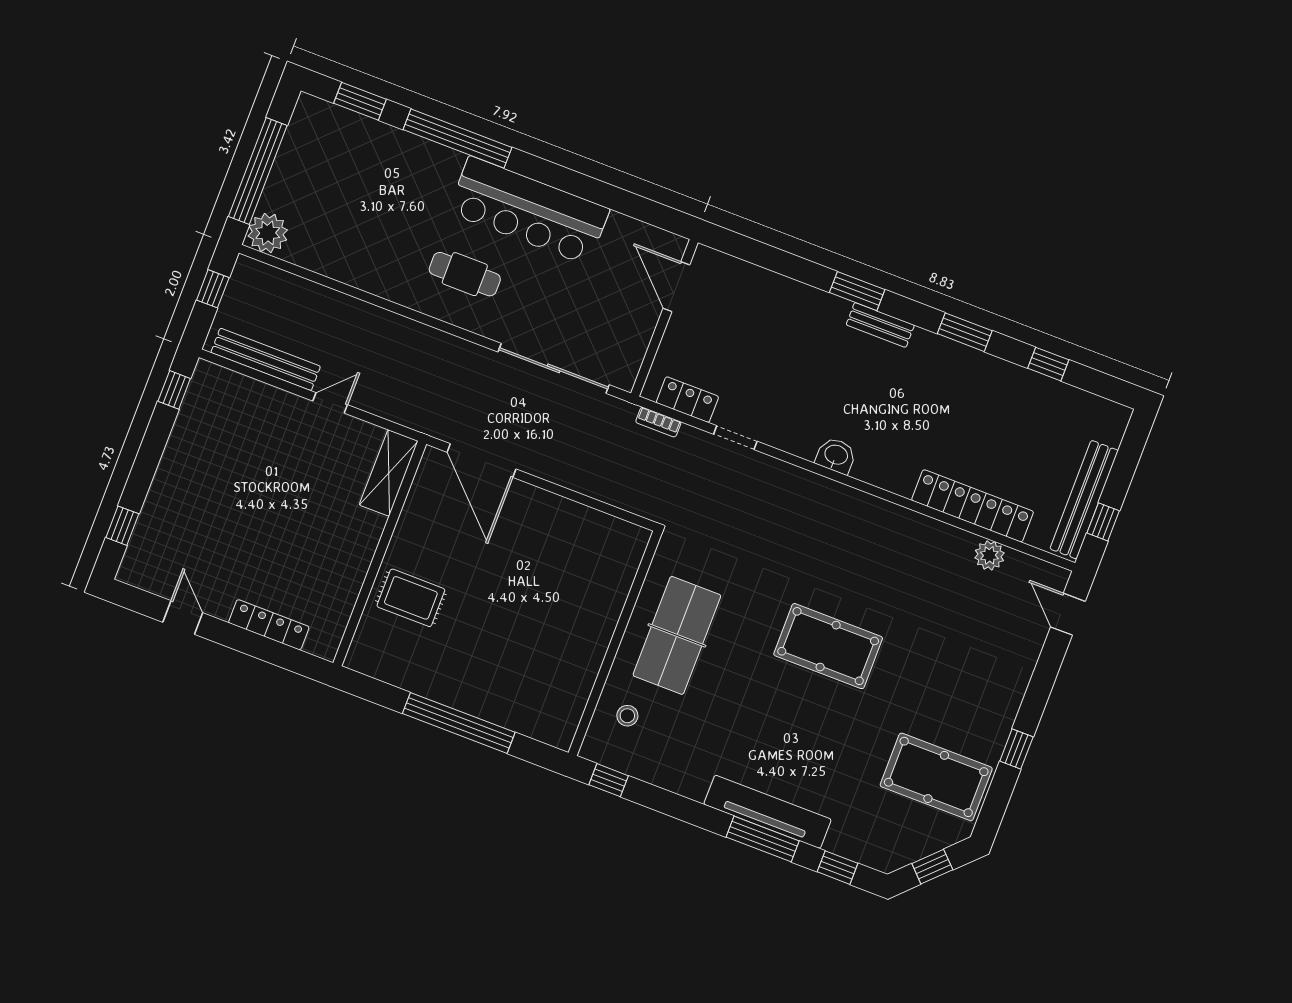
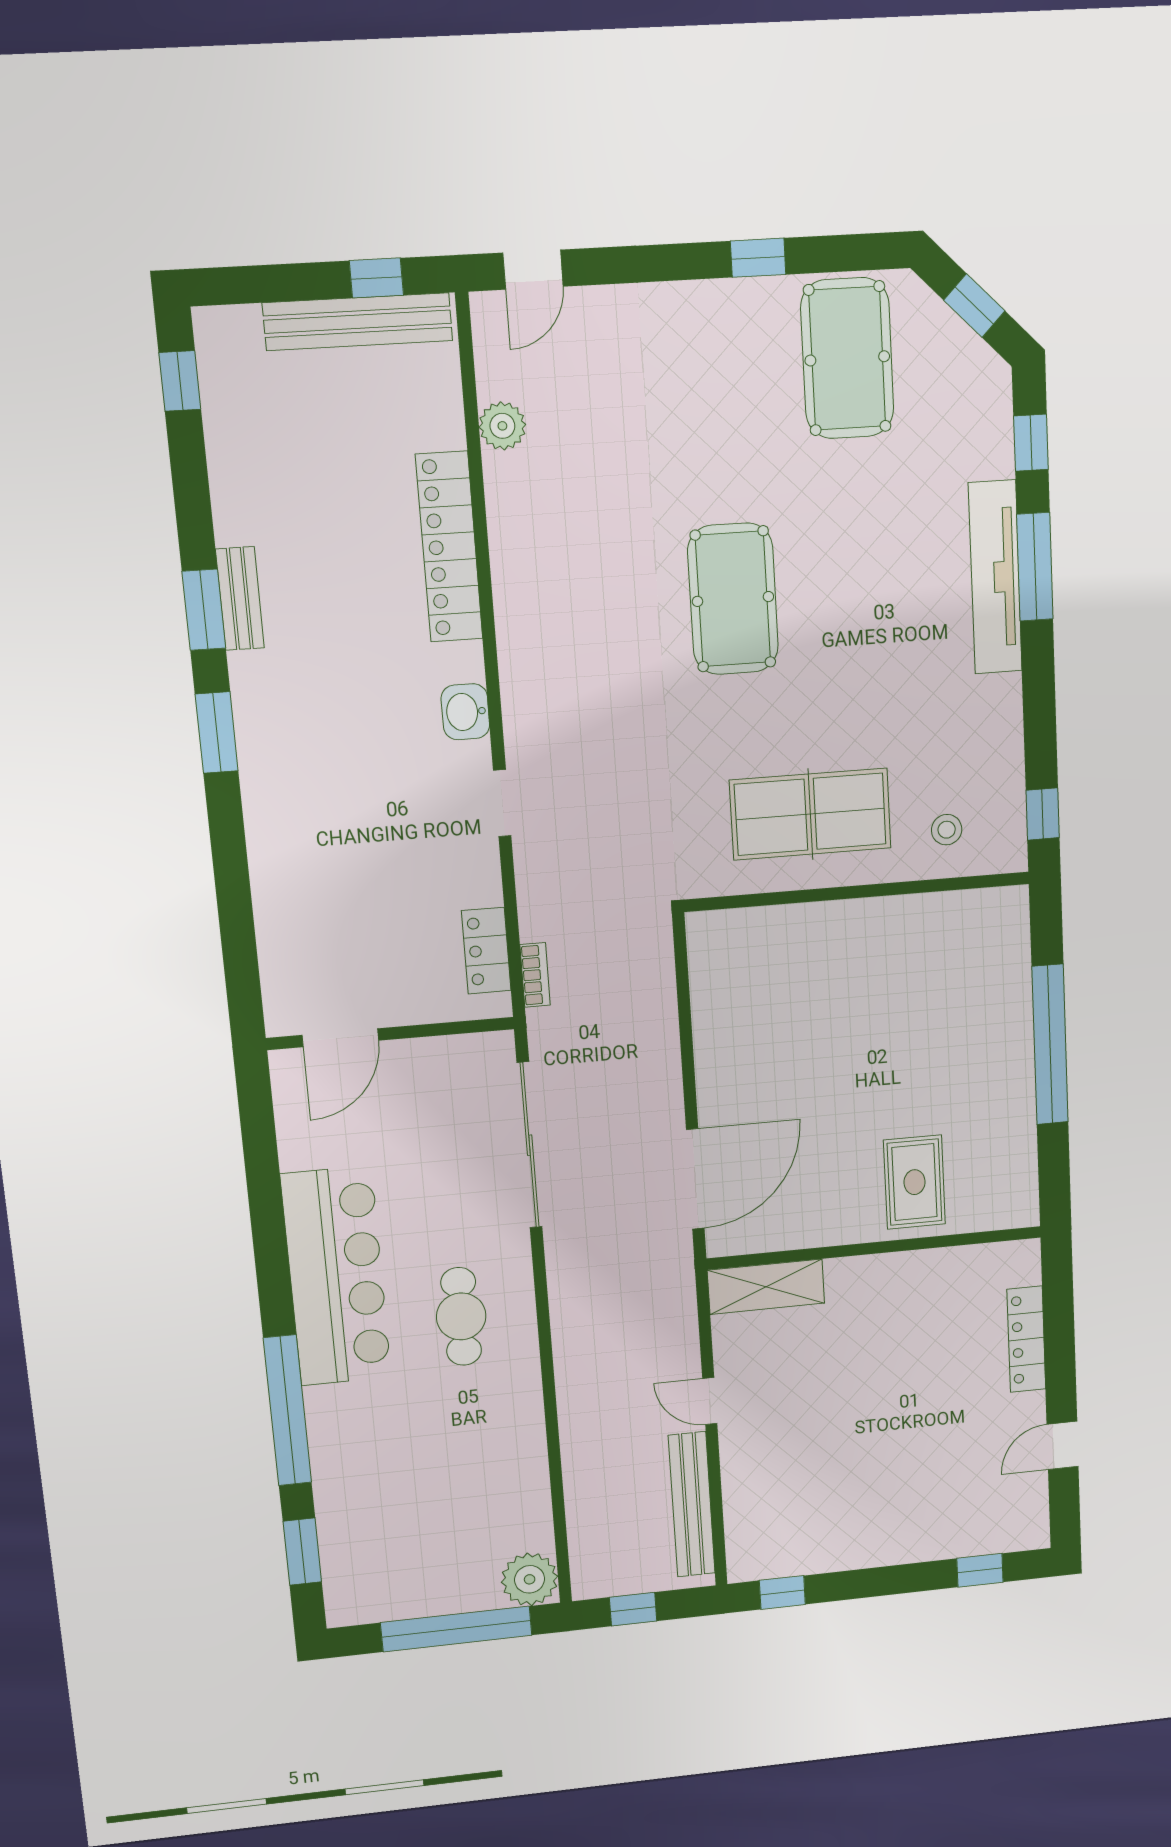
window: (857, 291) -> (217, 733), moved
bench: (880, 325) -> (240, 599), moved
window: (1048, 364) -> (180, 381), moved
doorway: (735, 438) -> (502, 803), moved
locker: (973, 506) -> (449, 547), moved

